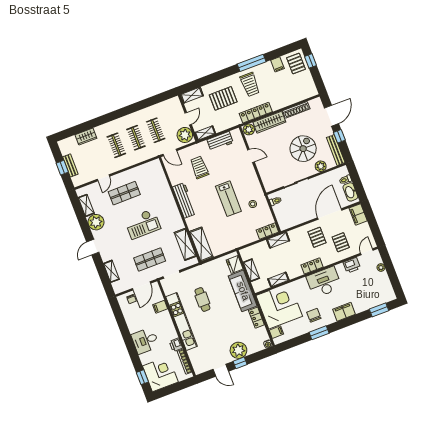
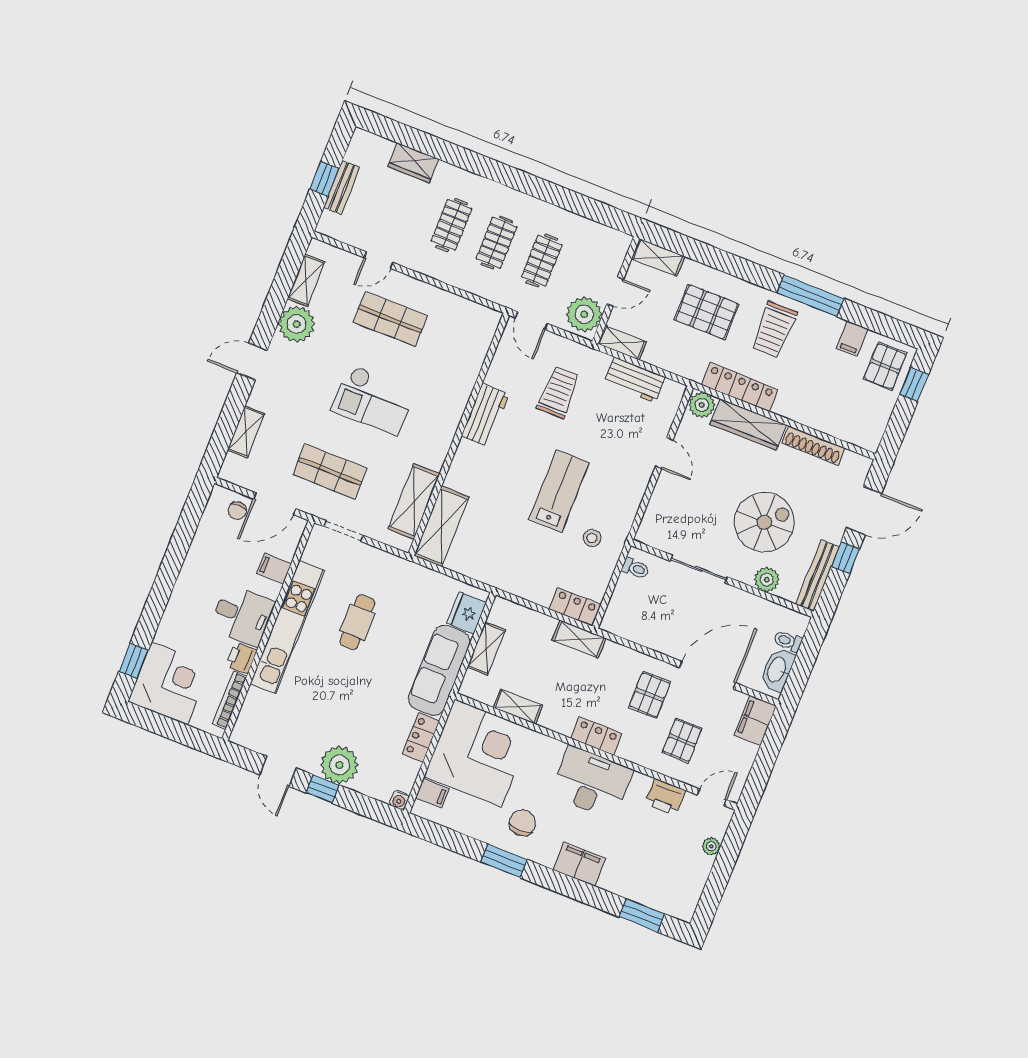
lab bench: (228, 199) -> (559, 491), turned 180
workbench: (184, 200) -> (485, 415), width x0.73
desk: (145, 341) -> (242, 615), moved, turned 180

